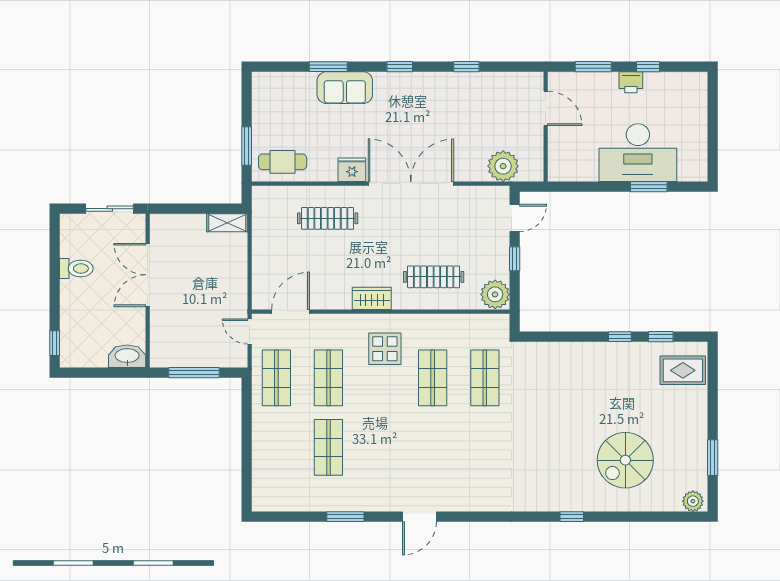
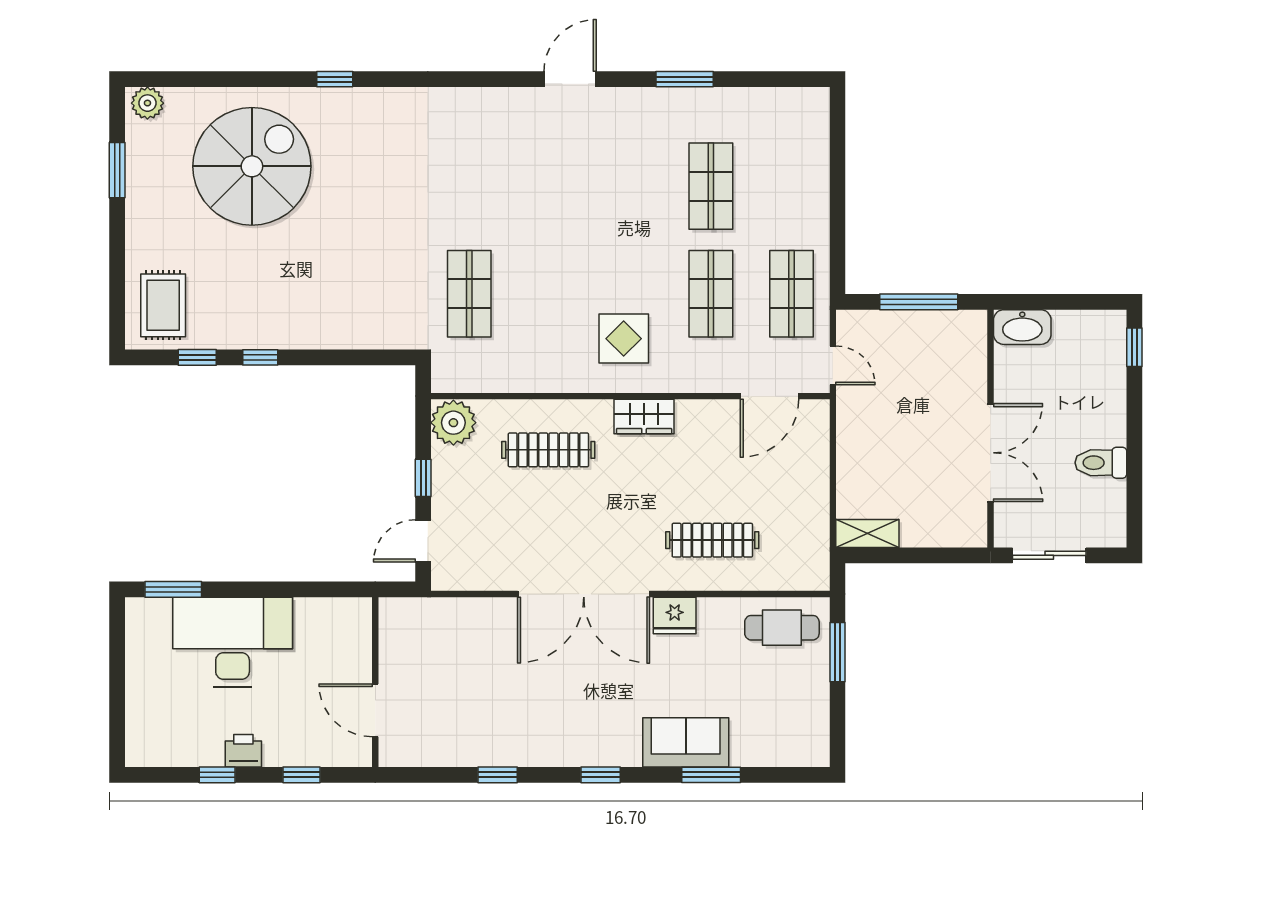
window: (593, 67) -> (301, 775), width x0.67
plant: (503, 166) -> (441, 621), removed
window: (649, 187) -> (173, 589), moved
rug: (683, 370) -> (163, 305), turned 90
shop shelf: (433, 378) -> (550, 294), removed
spiral stairs: (625, 460) -> (252, 166), width x1.37, depth x1.37

